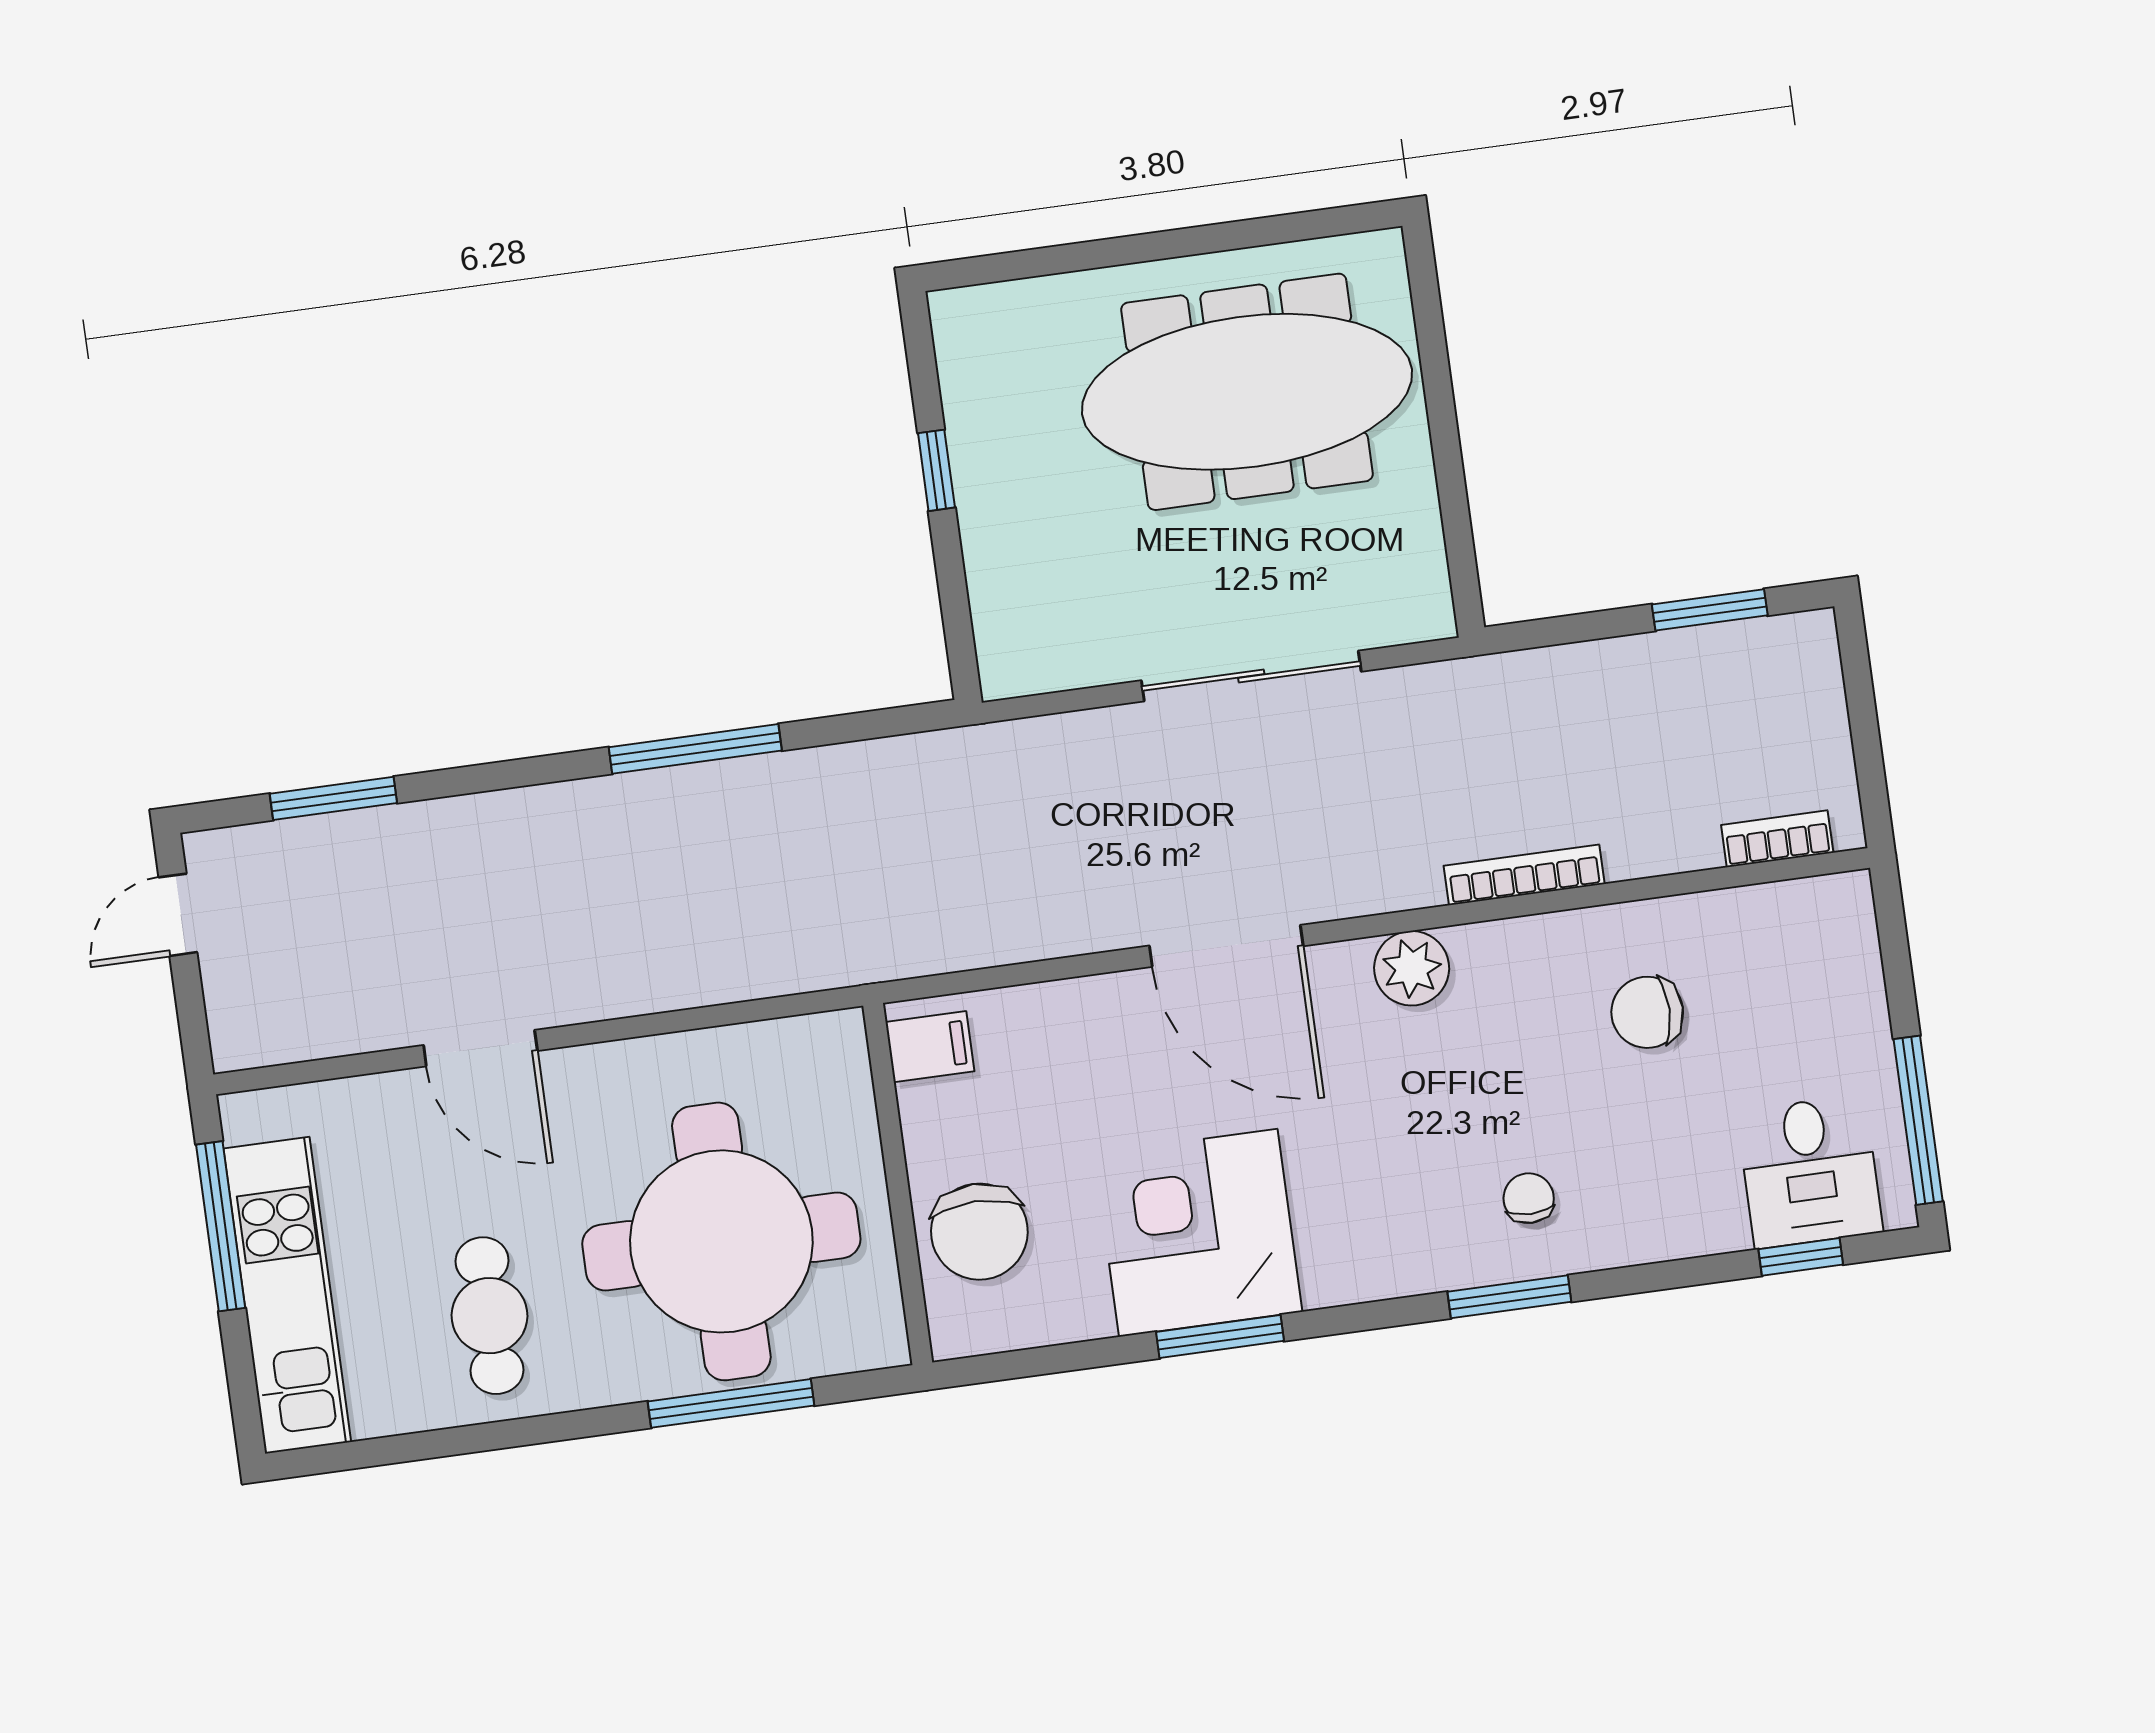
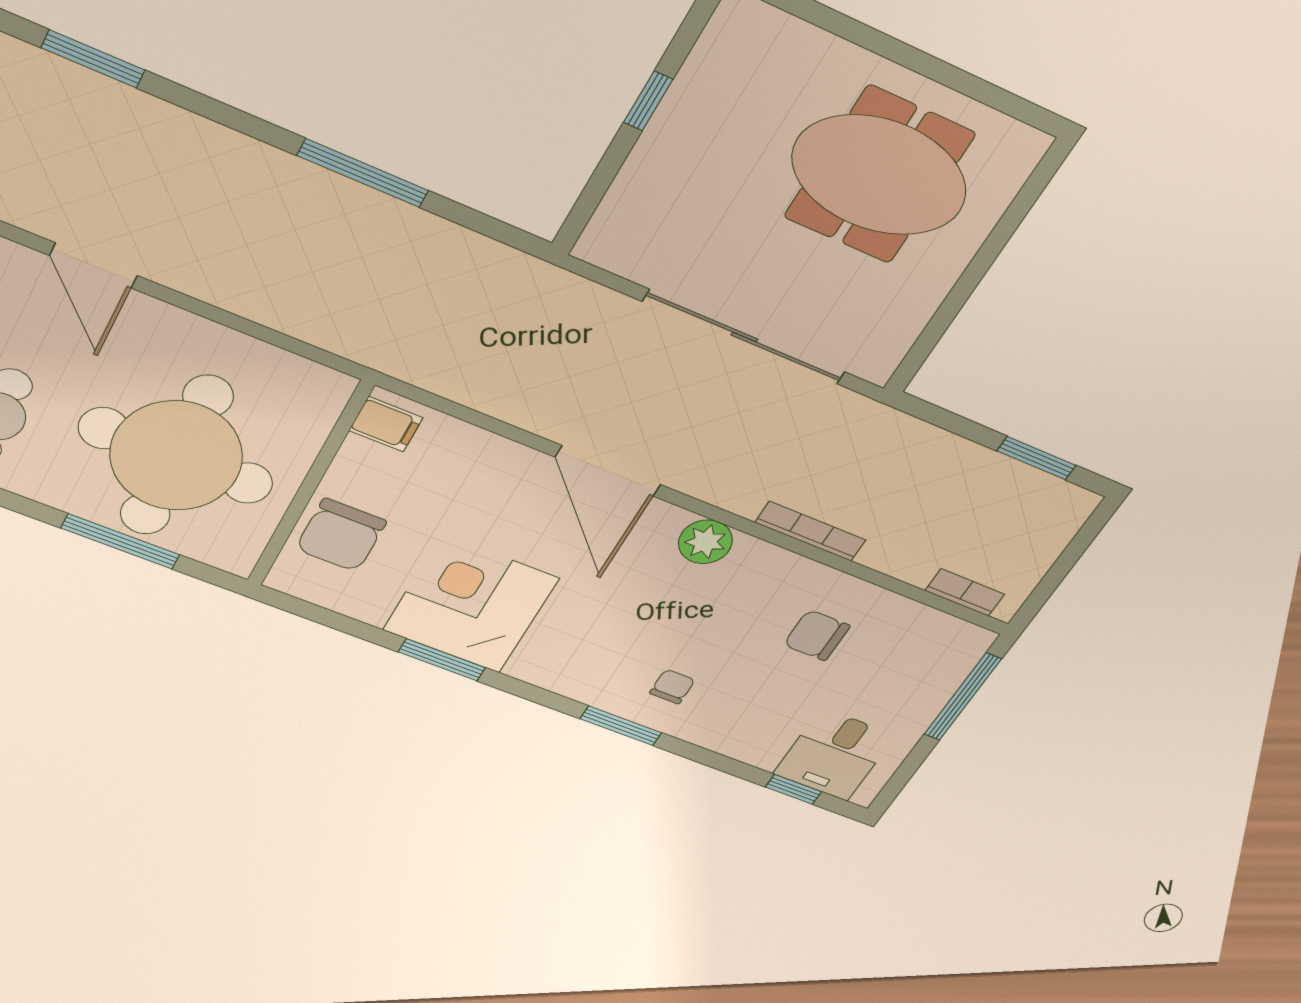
meeting table: (1247, 392) -> (879, 175), width x0.73
sliding door: (1251, 676) -> (744, 337), width x1.36
window: (1918, 1120) -> (963, 697), moved

